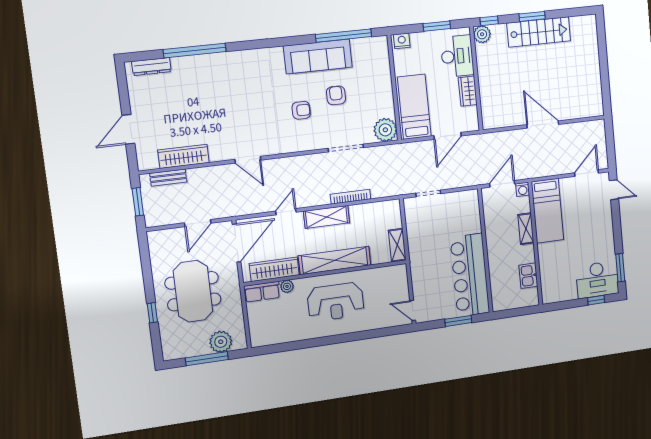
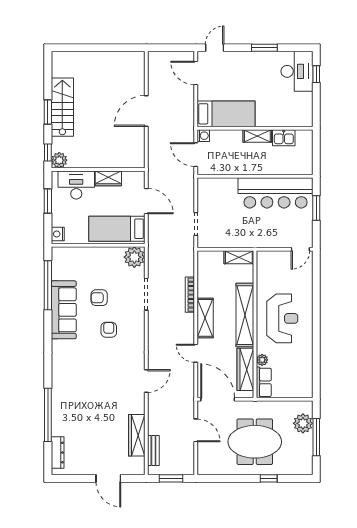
shelving: (526, 229) -> (257, 136), moved
window: (620, 268) -> (264, 48), moved

